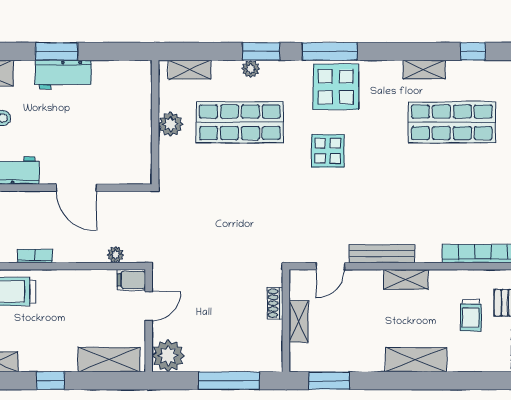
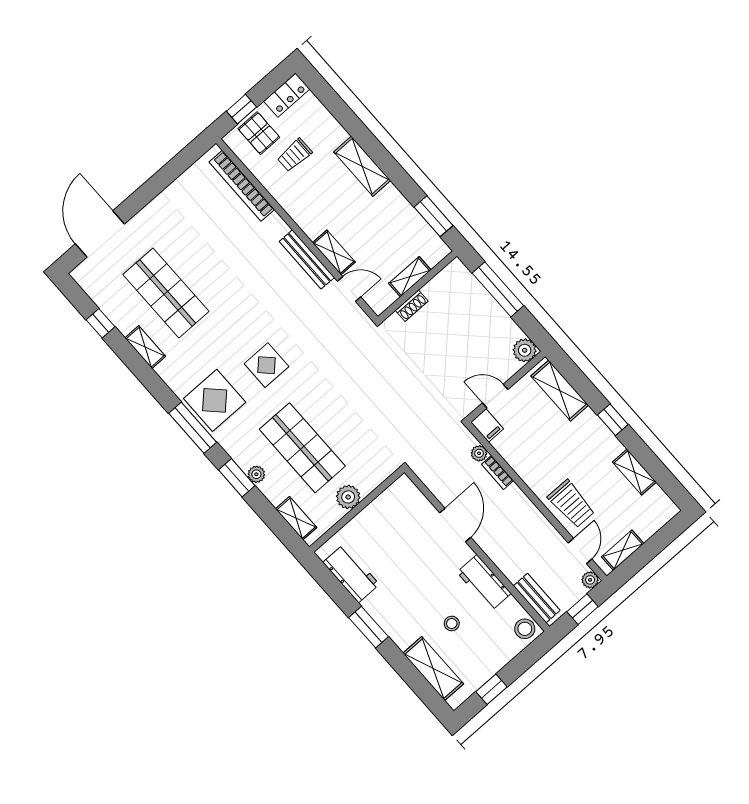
workbench: (63, 75) -> (351, 573), moved
bookcase: (35, 256) -> (497, 472), moved
shelving: (406, 279) -> (334, 252), moved
trolley: (471, 315) -> (295, 155), turned 180
plant: (168, 356) -> (525, 350), width x0.73, depth x0.73

